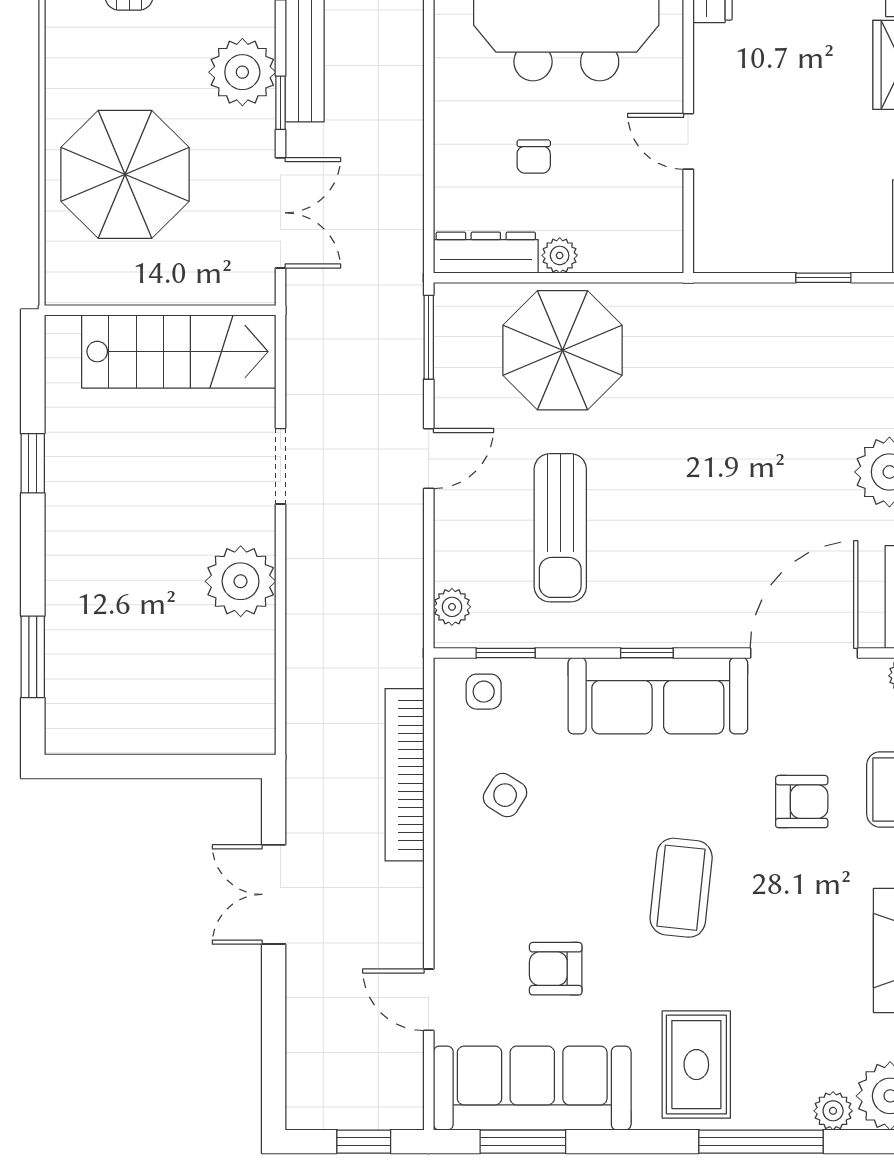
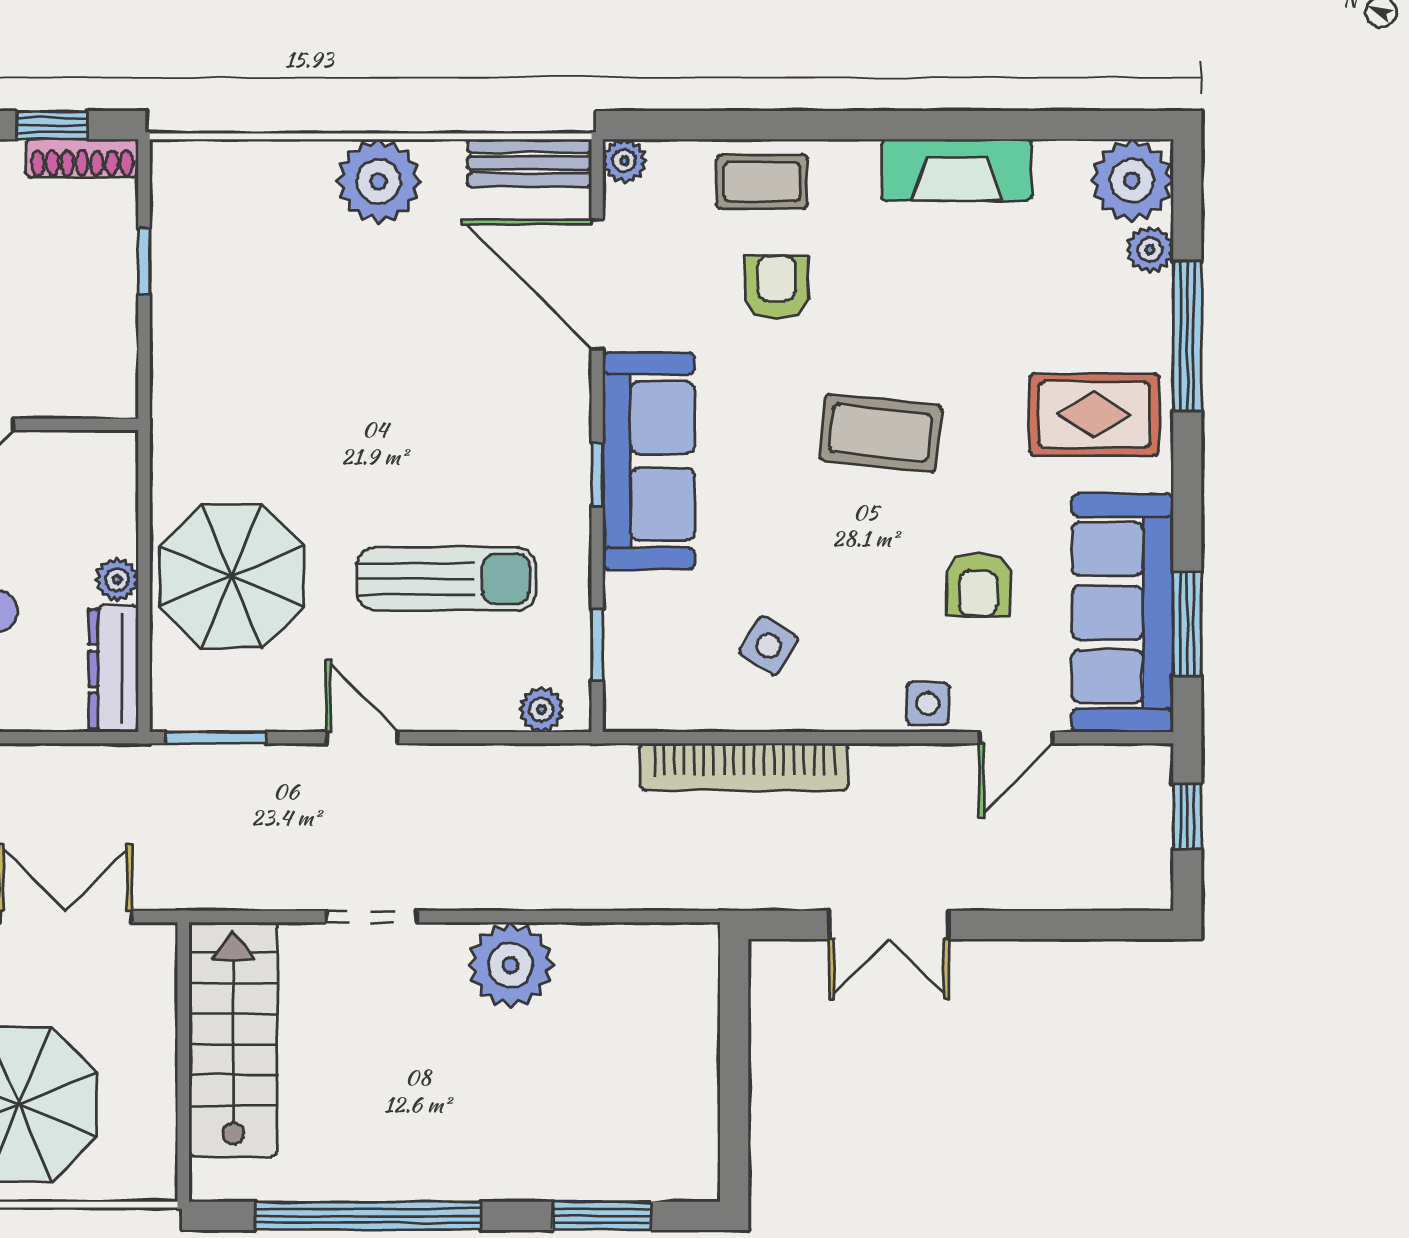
window: (33, 463) -> (368, 1216), width x3.17
side table: (484, 692) -> (928, 703), moved

